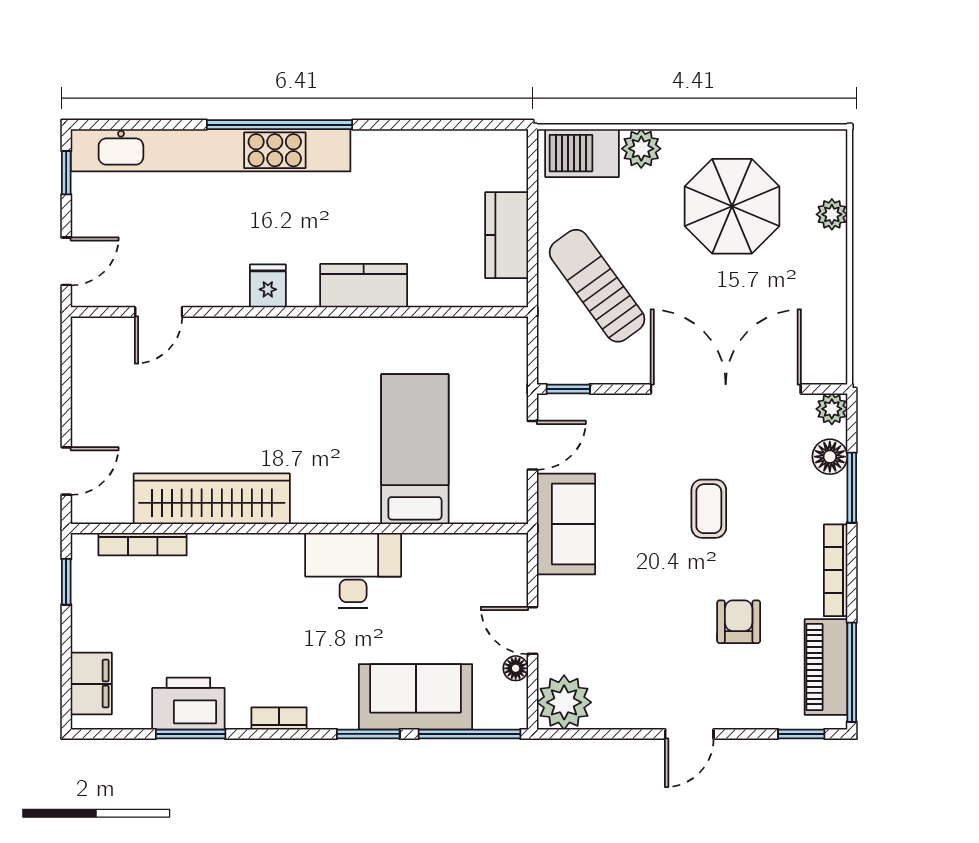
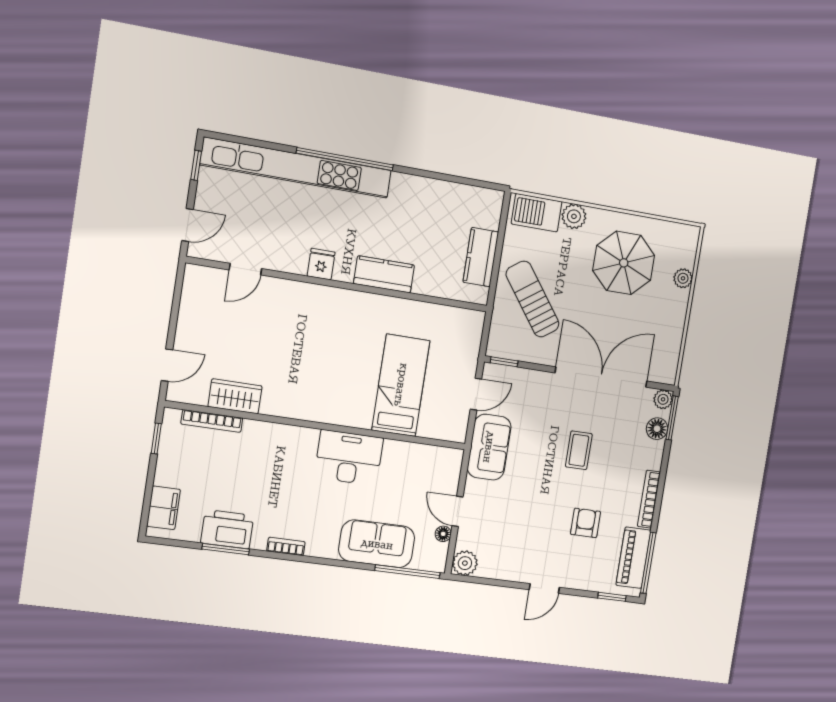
window: (852, 488) -> (672, 418), moved
wardrobe: (212, 499) -> (235, 396), width x0.48, depth x0.85
plant: (564, 702) -> (465, 563), width x0.73, depth x0.73
window: (368, 734) -> (343, 564), removed

